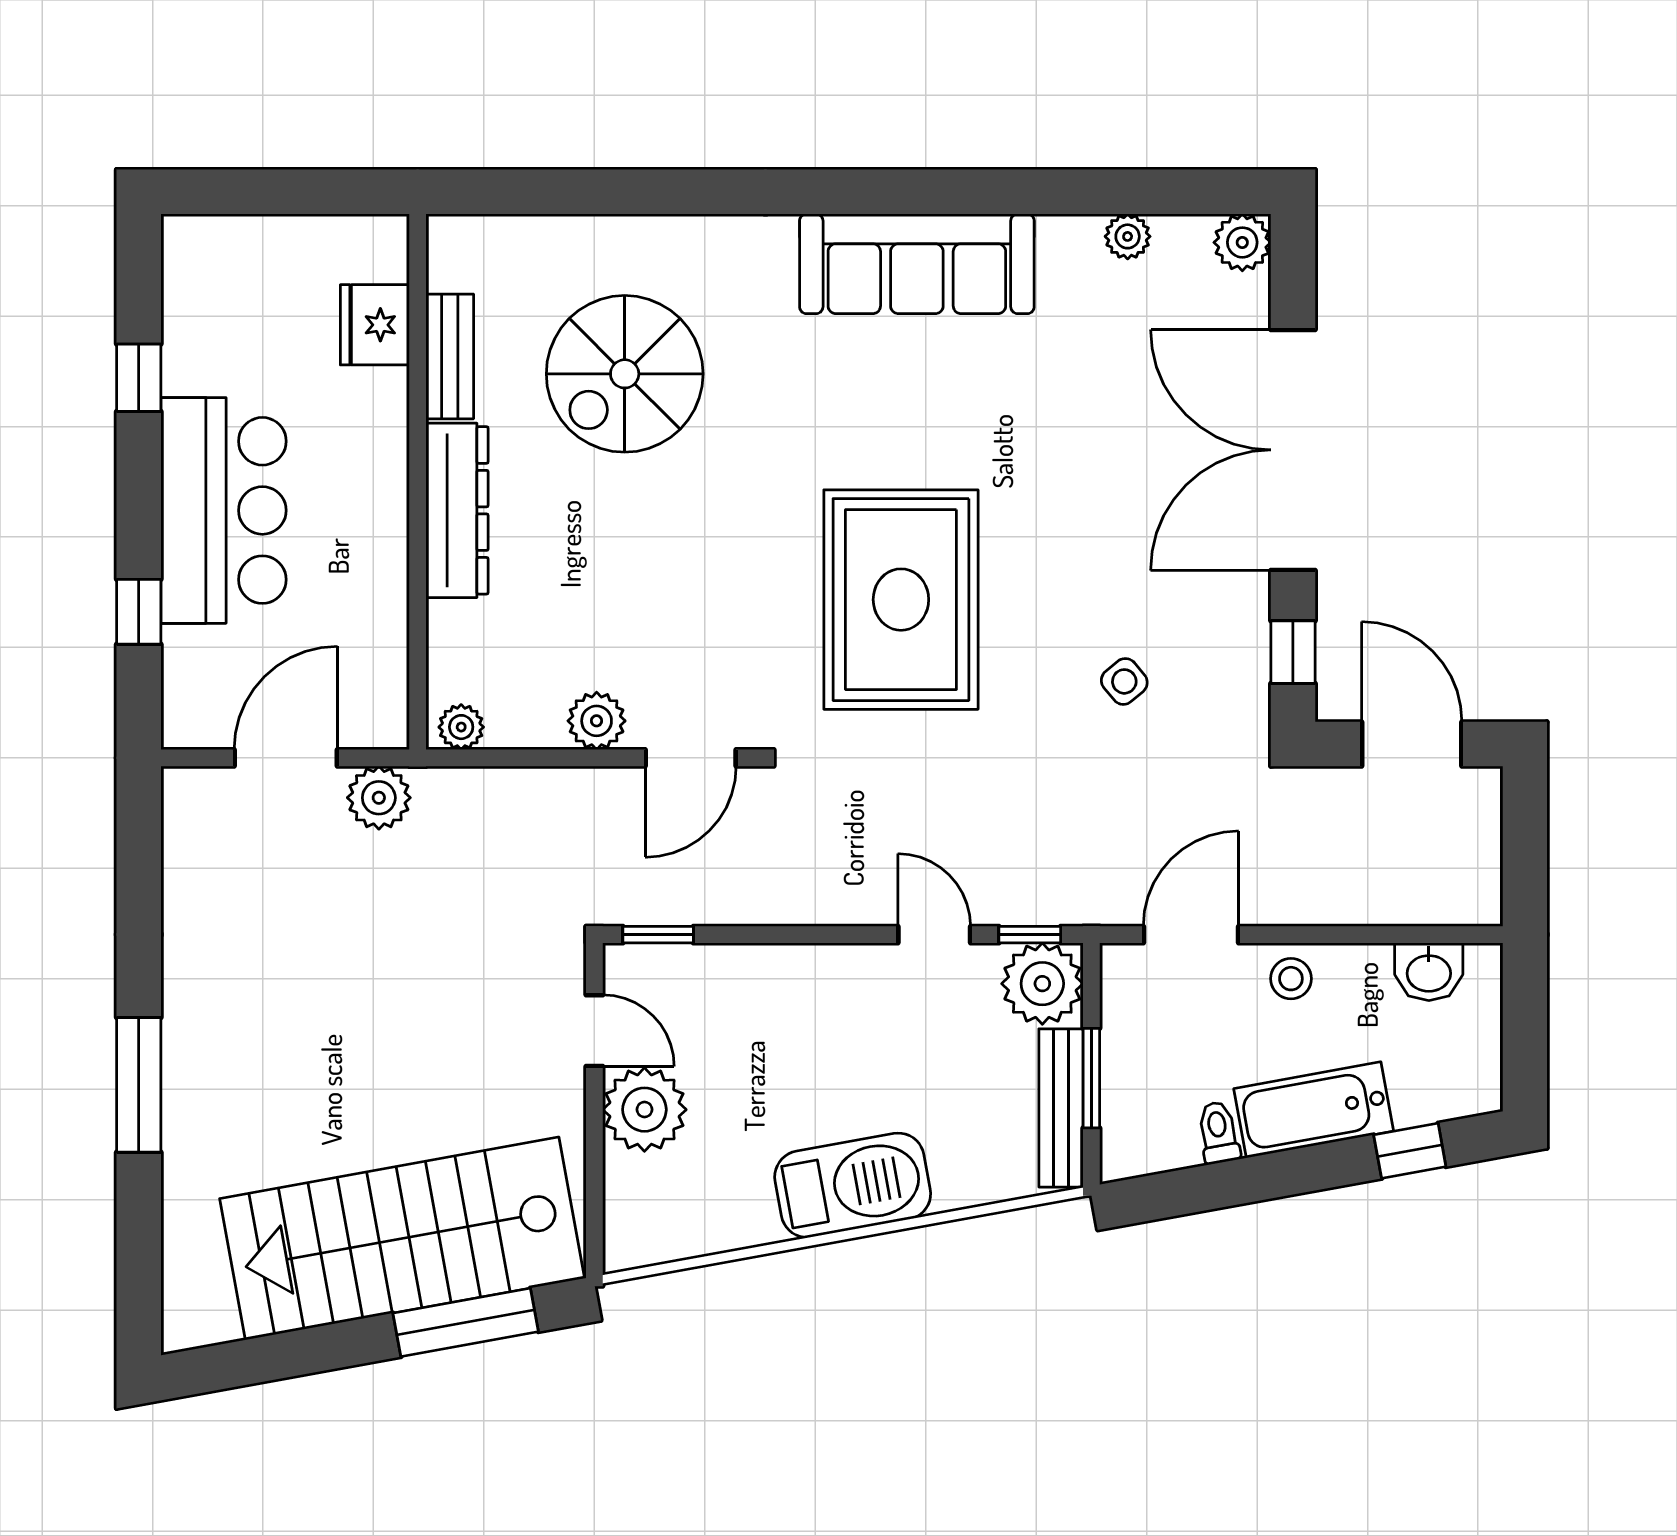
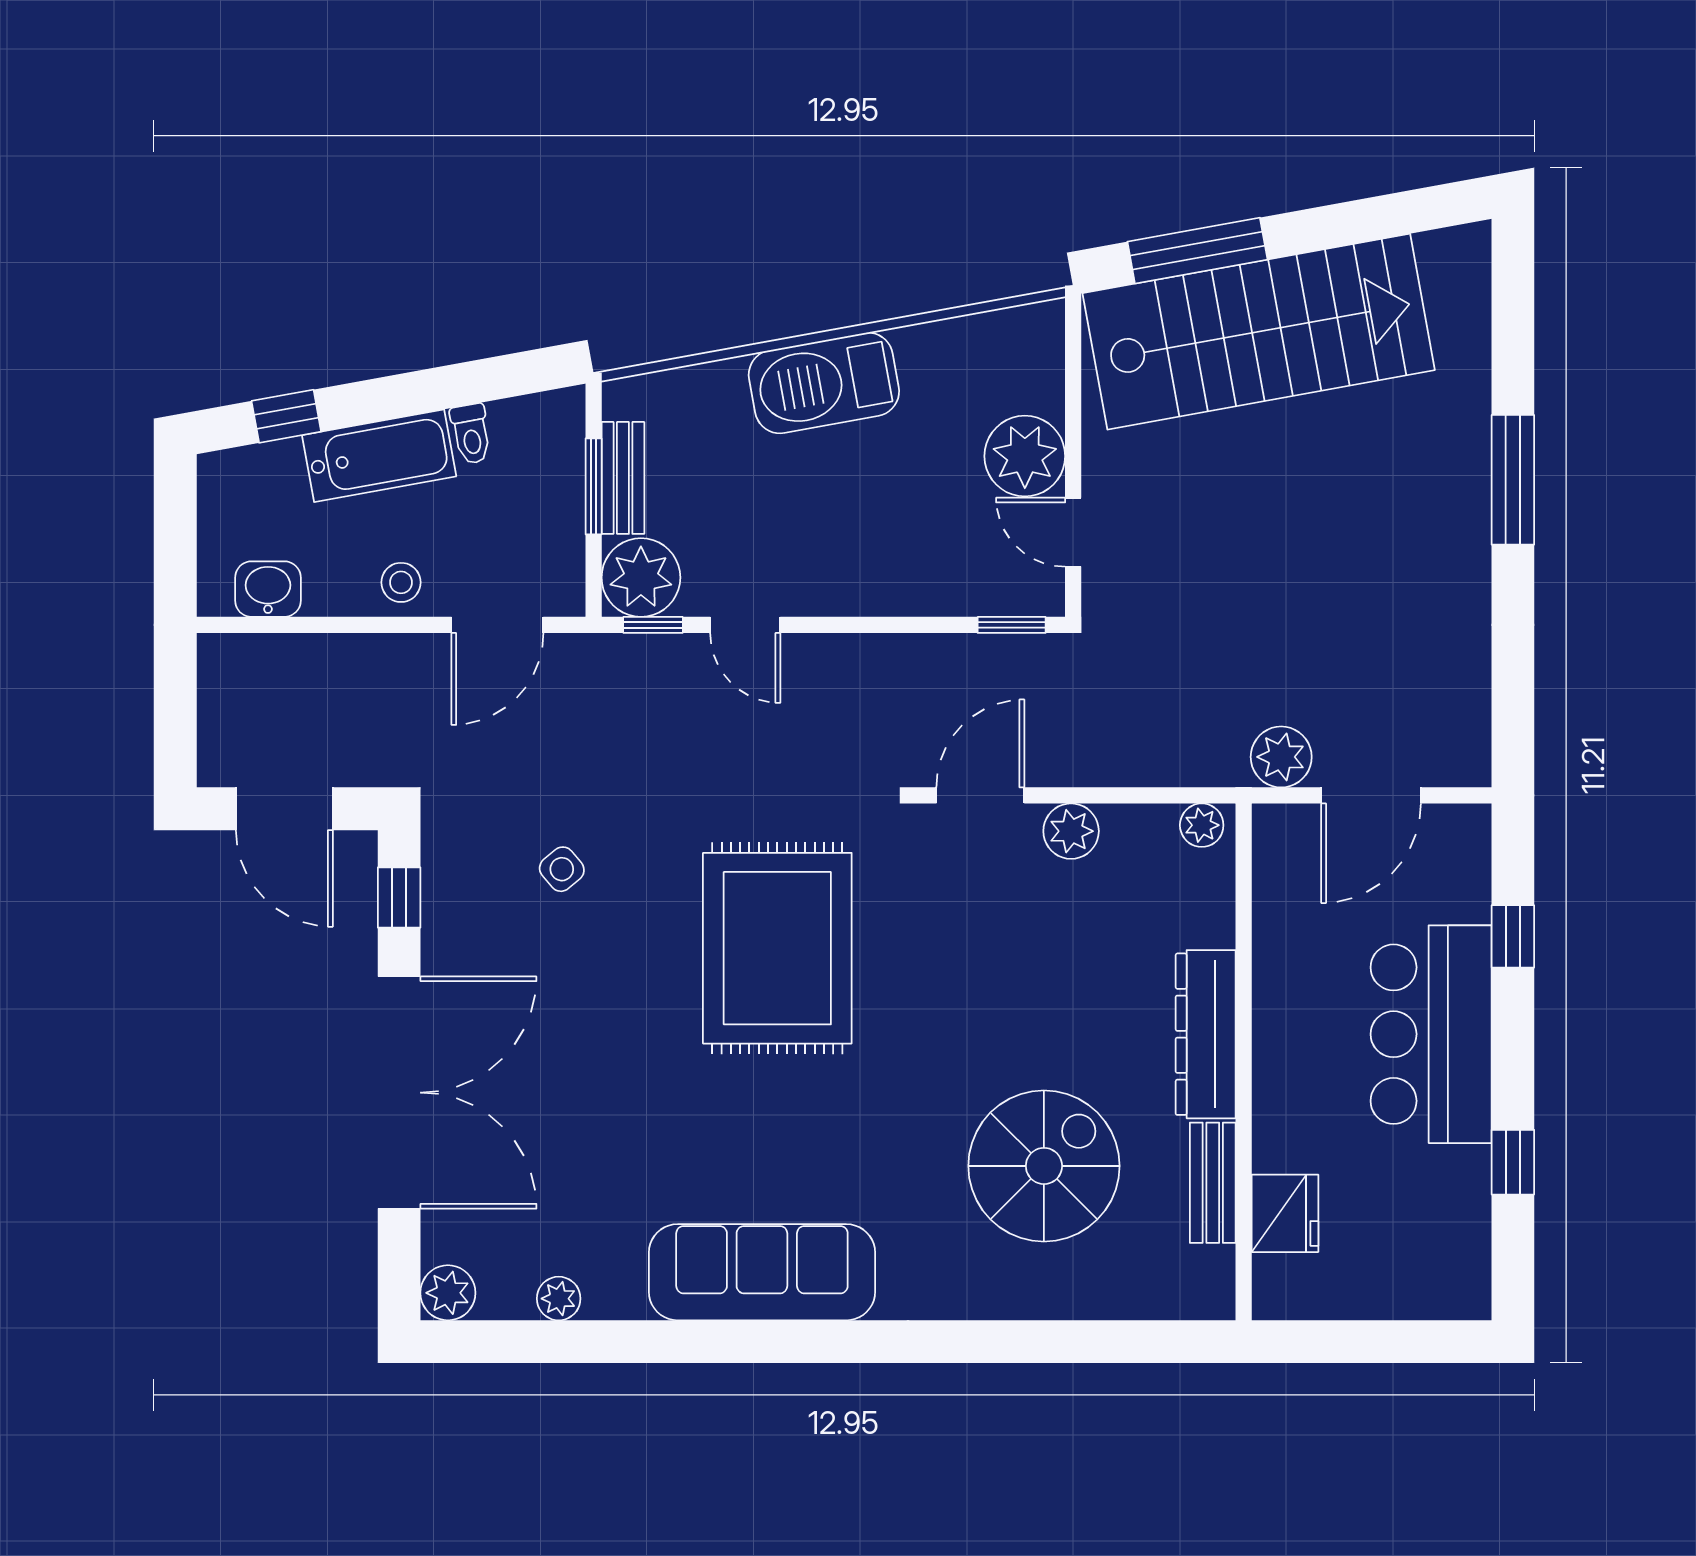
bench: (1061, 1108) -> (623, 478), width x0.73

